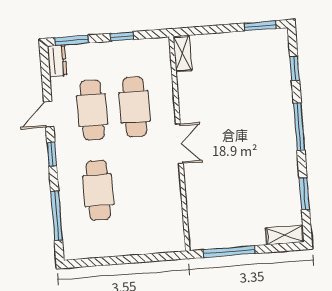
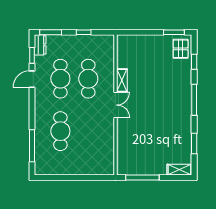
pallet: (272, 50) -> (181, 49), added
shelving: (182, 53) -> (122, 80), moved
window: (52, 154) -> (32, 55), moved

